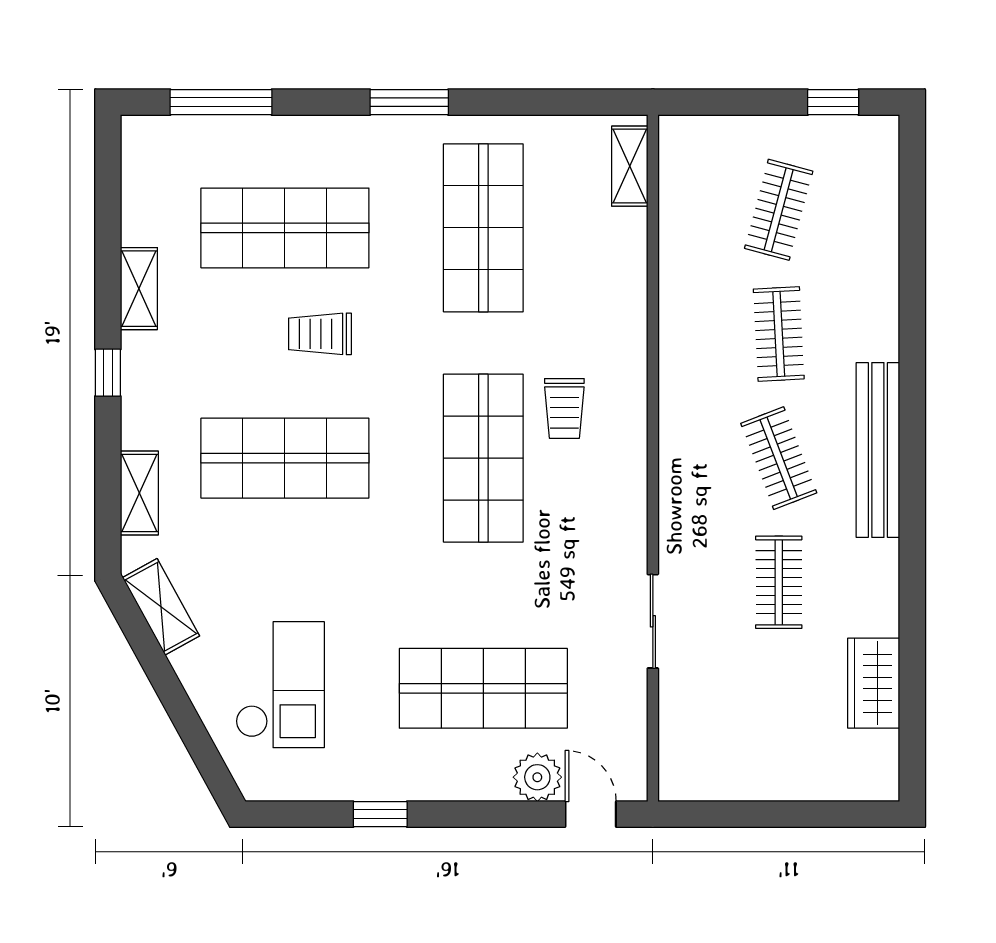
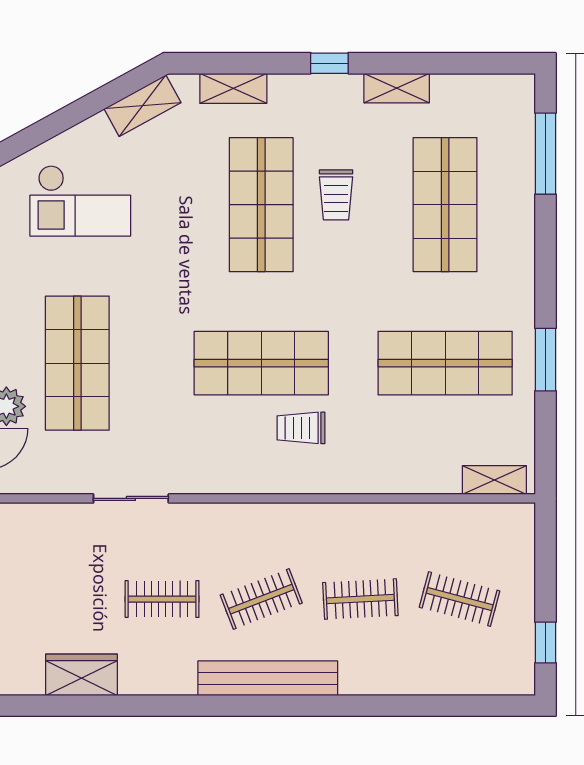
window: (409, 102) -> (546, 360), moved
trolley: (320, 334) -> (336, 195), moved, turned 180

